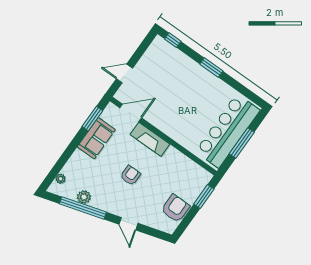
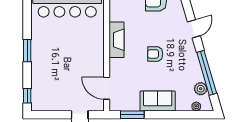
sofa: (96, 138) -> (158, 101), moved
fireplace: (150, 139) -> (117, 40), moved
plant: (84, 197) -> (201, 89), moved

